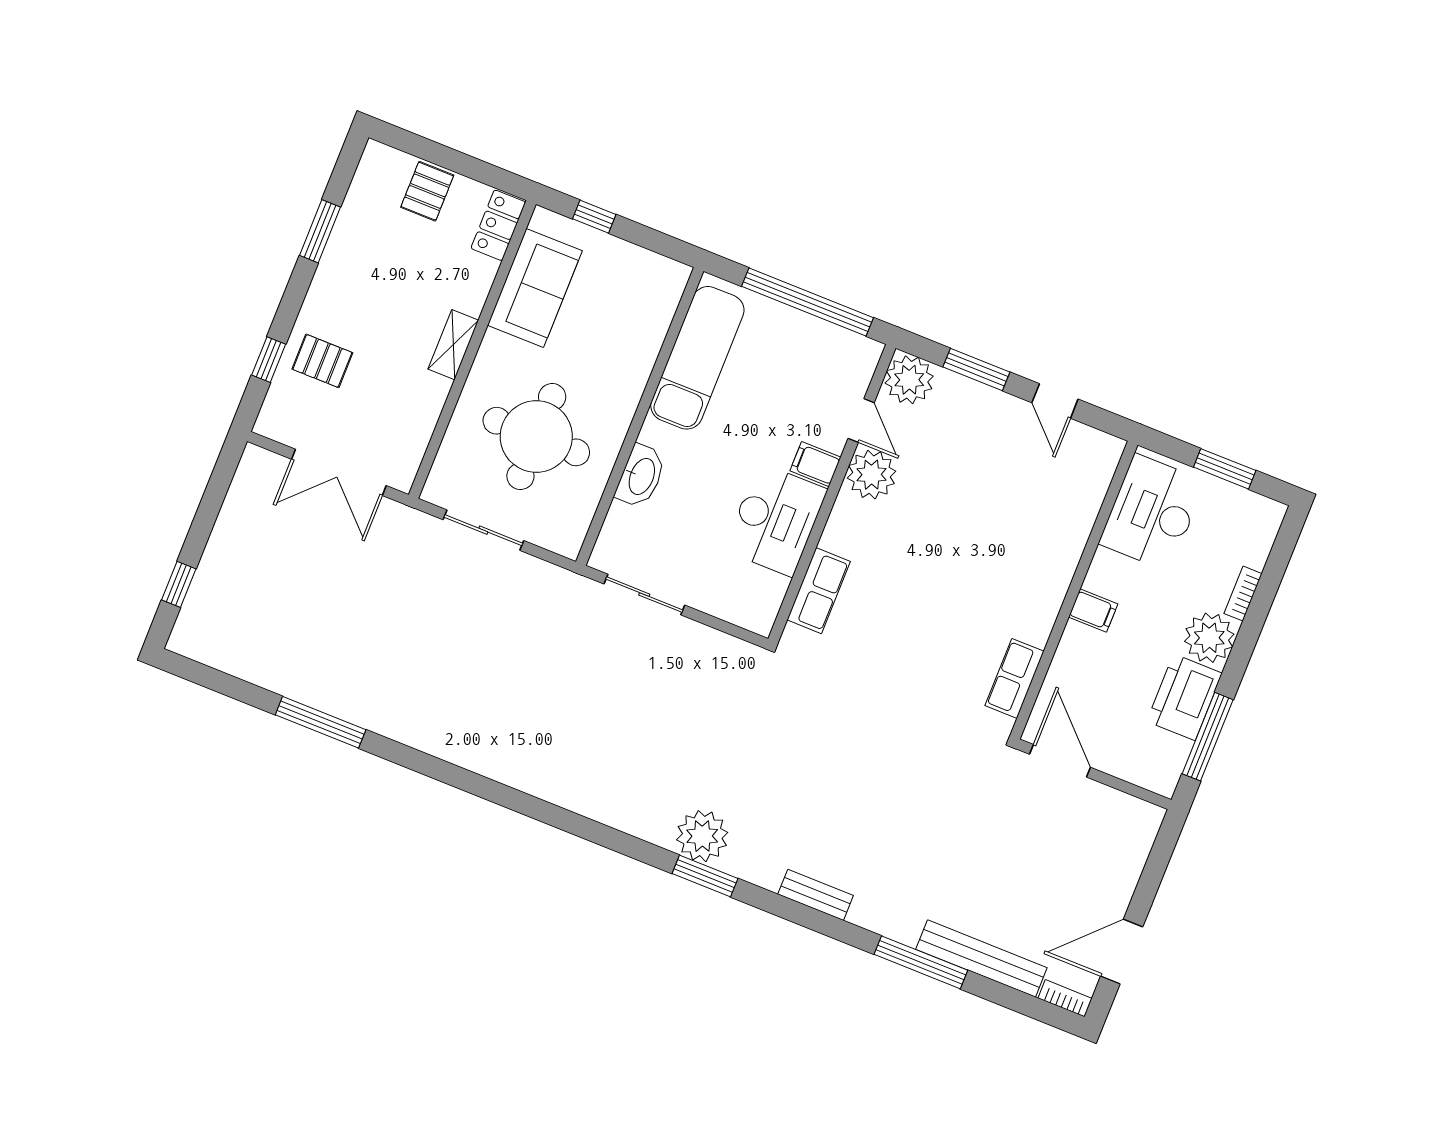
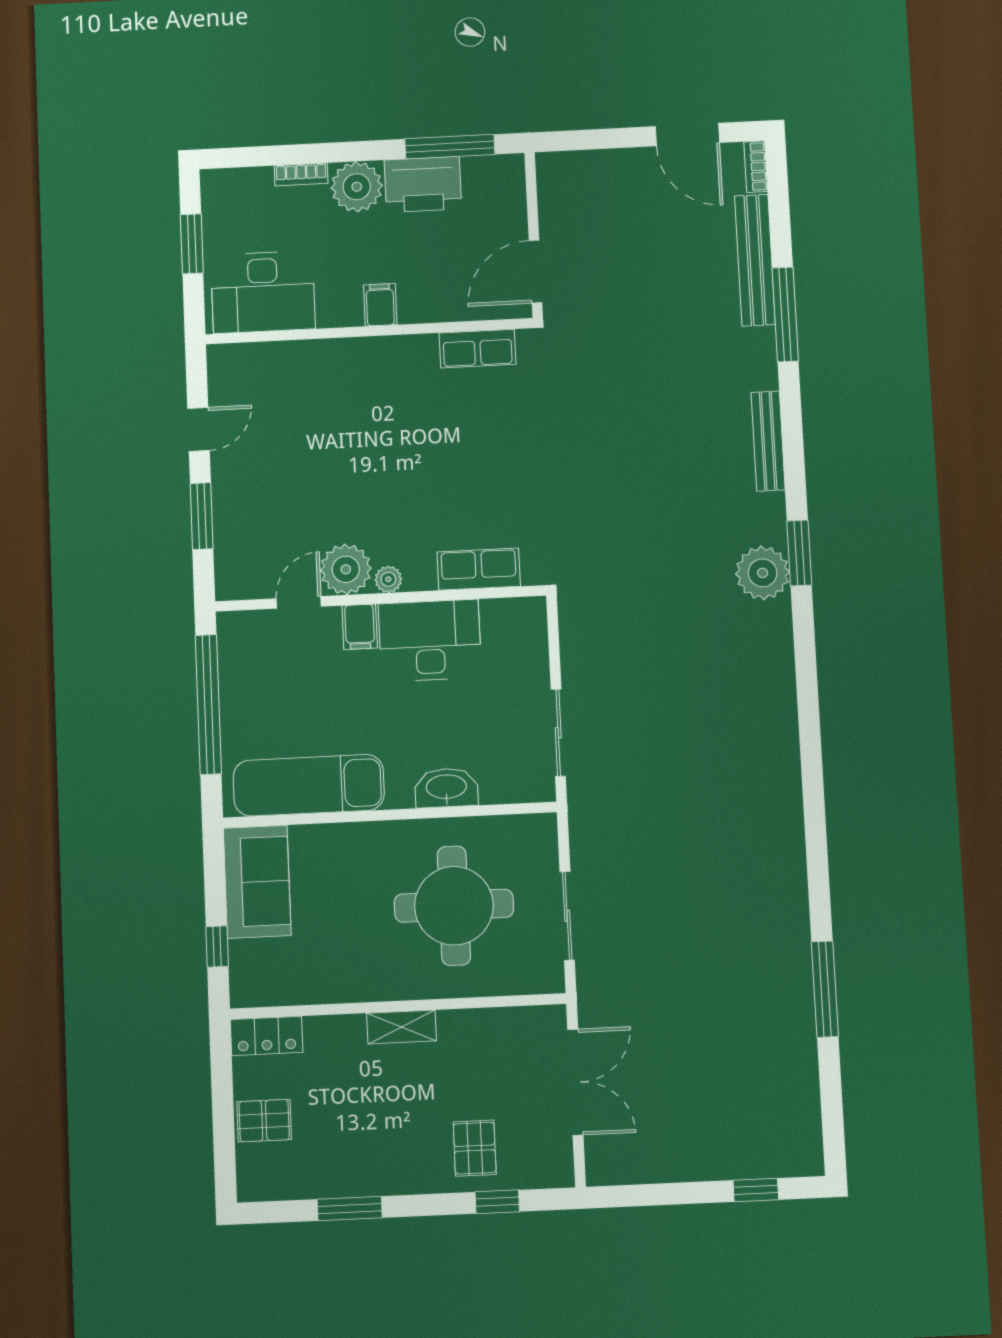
sofa: (535, 288) -> (257, 882), moved, turned 90
plant: (909, 380) -> (388, 579), moved, width x0.53, depth x0.53
bench: (816, 895) -> (768, 441), width x1.36

